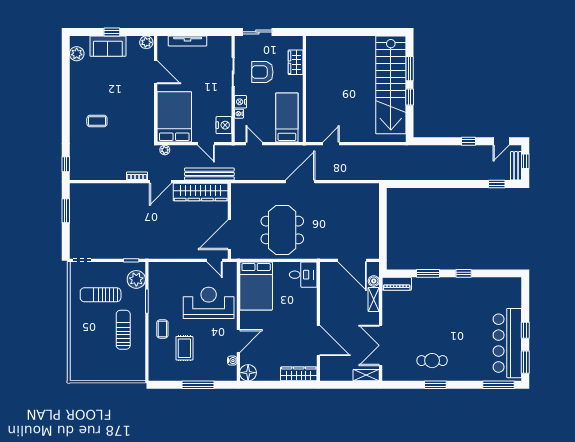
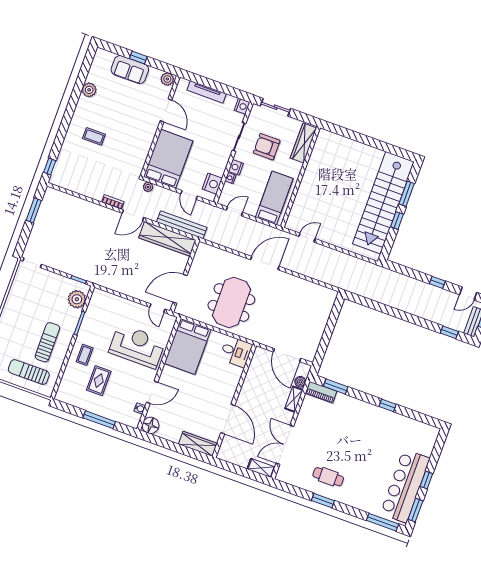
nightstand: (226, 42) -> (242, 106), added
plant: (77, 54) -> (89, 90), moved
wardrobe: (296, 62) -> (303, 143), width x1.50
door: (254, 144) -> (234, 211), hinge flipped
window: (428, 273) -> (336, 387), moved
sun lounger: (101, 295) -> (29, 372), moved

